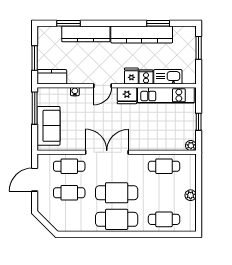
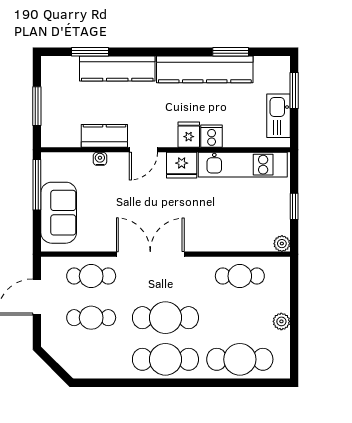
kitchen counter: (52, 77) -> (104, 136), moved
kitchen sink: (168, 77) -> (278, 116), moved, turned -90
cafe table: (164, 219) -> (240, 359), width x1.37, depth x1.35

